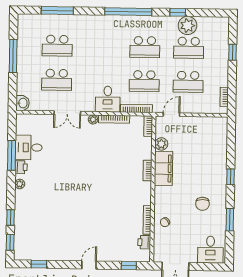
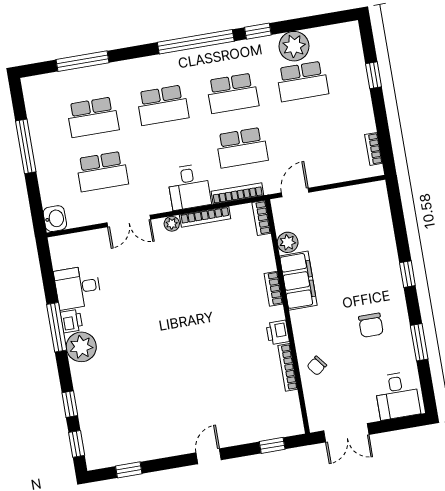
window: (178, 12) -> (258, 31), moved
school desk: (188, 82) -> (163, 105), moved
window: (12, 155) -> (57, 327), moved
plant: (20, 184) -> (81, 347), width x1.87, depth x1.87
printer: (144, 242) -> (278, 332), moved

